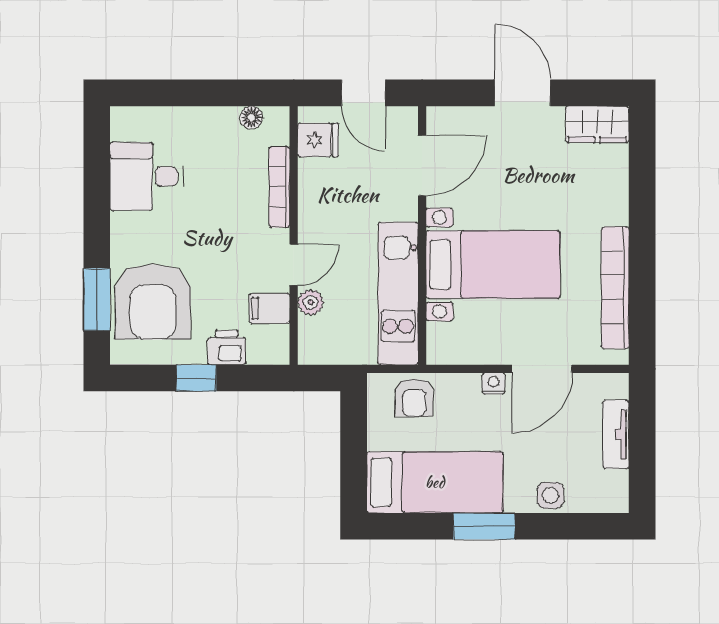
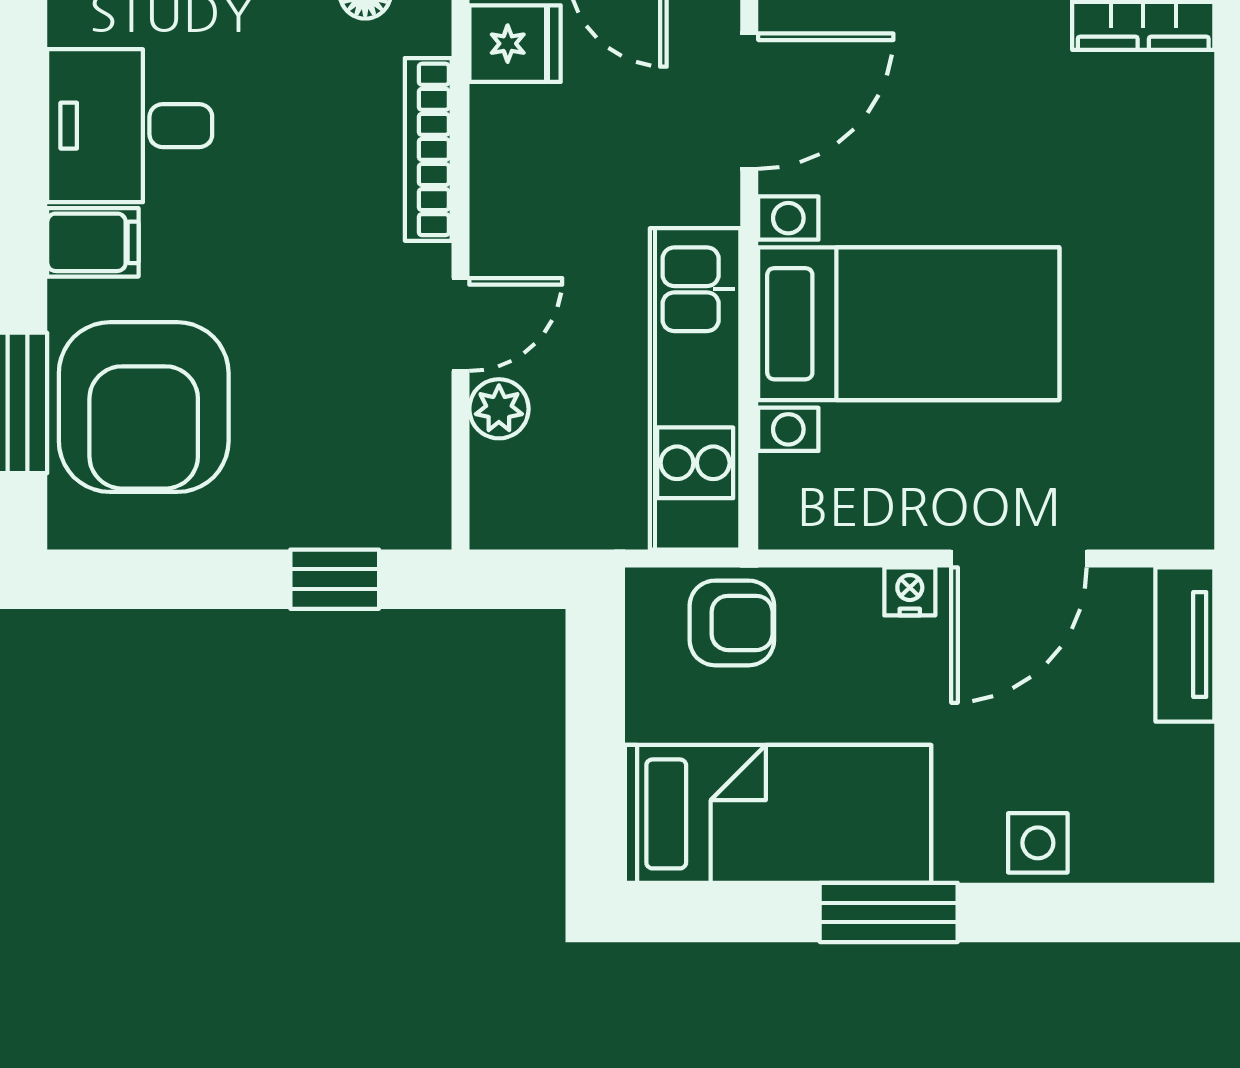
bookcase: (615, 288) -> (1183, 376), removed
filing cabinet: (269, 308) -> (93, 242), moved, turned 180
printer: (227, 348) -> (310, 511), removed
window: (196, 378) -> (335, 579), moved
armchair: (414, 398) -> (732, 623), turned -90
tv unit: (616, 434) -> (1185, 644), moved

